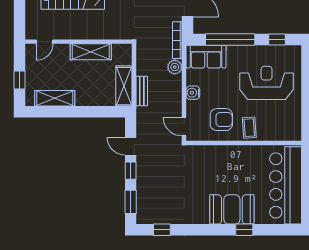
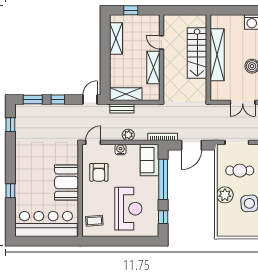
door: (45, 42) -> (162, 42), moved
plant: (175, 67) -> (128, 135), moved
coffee table: (249, 128) -> (94, 221), moved
door: (131, 146) -> (90, 99), moved
booth: (232, 209) -> (67, 183), moved

